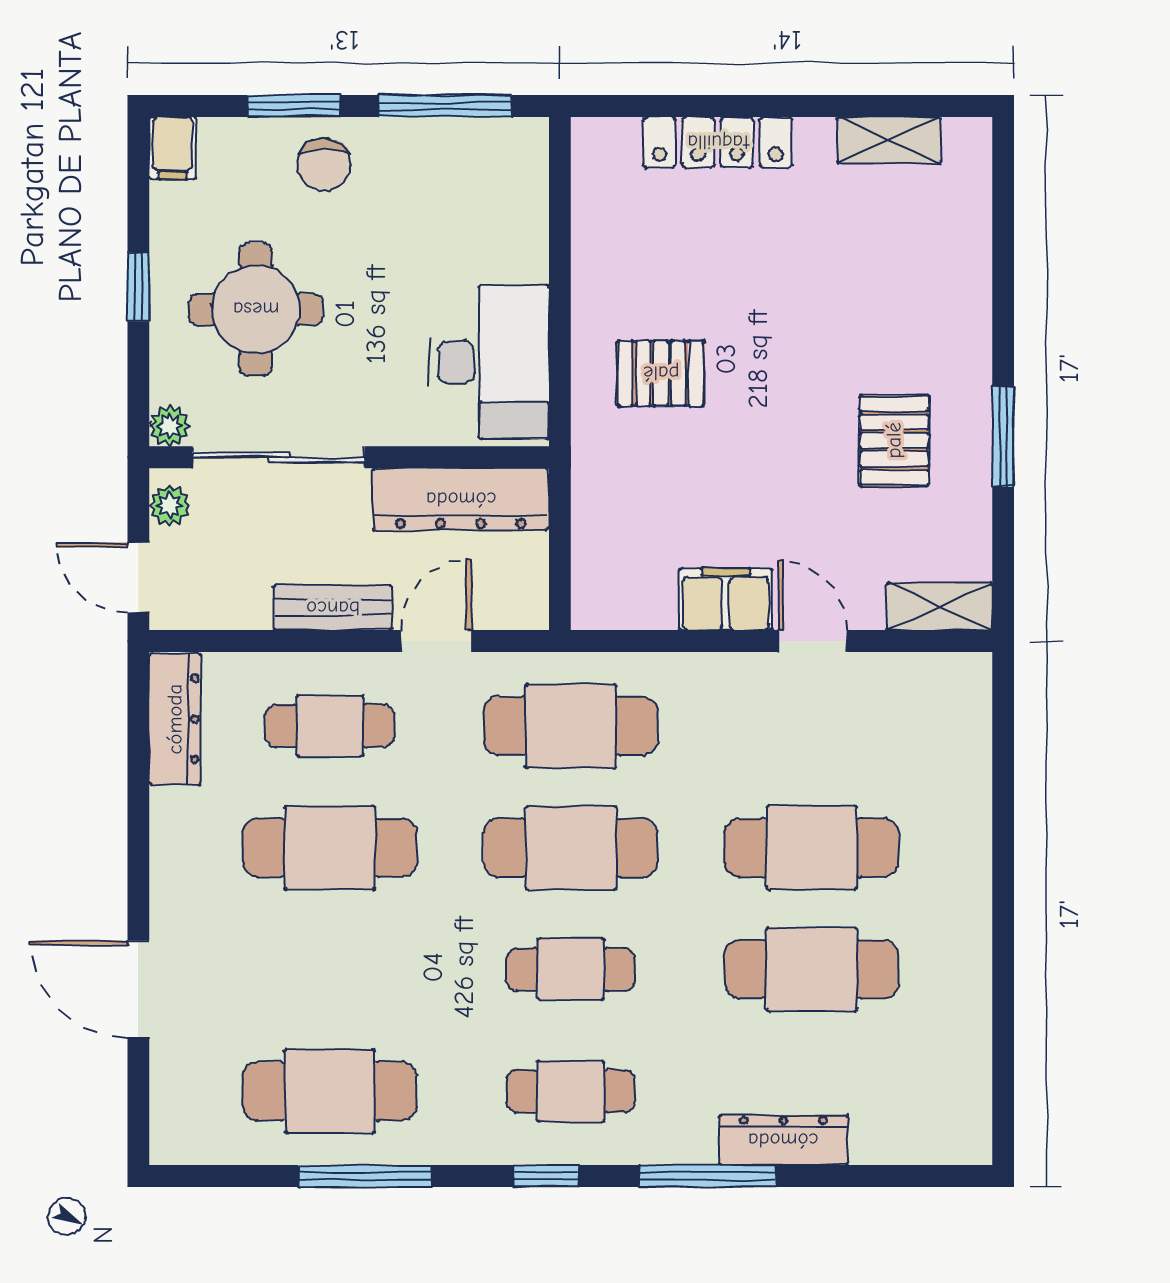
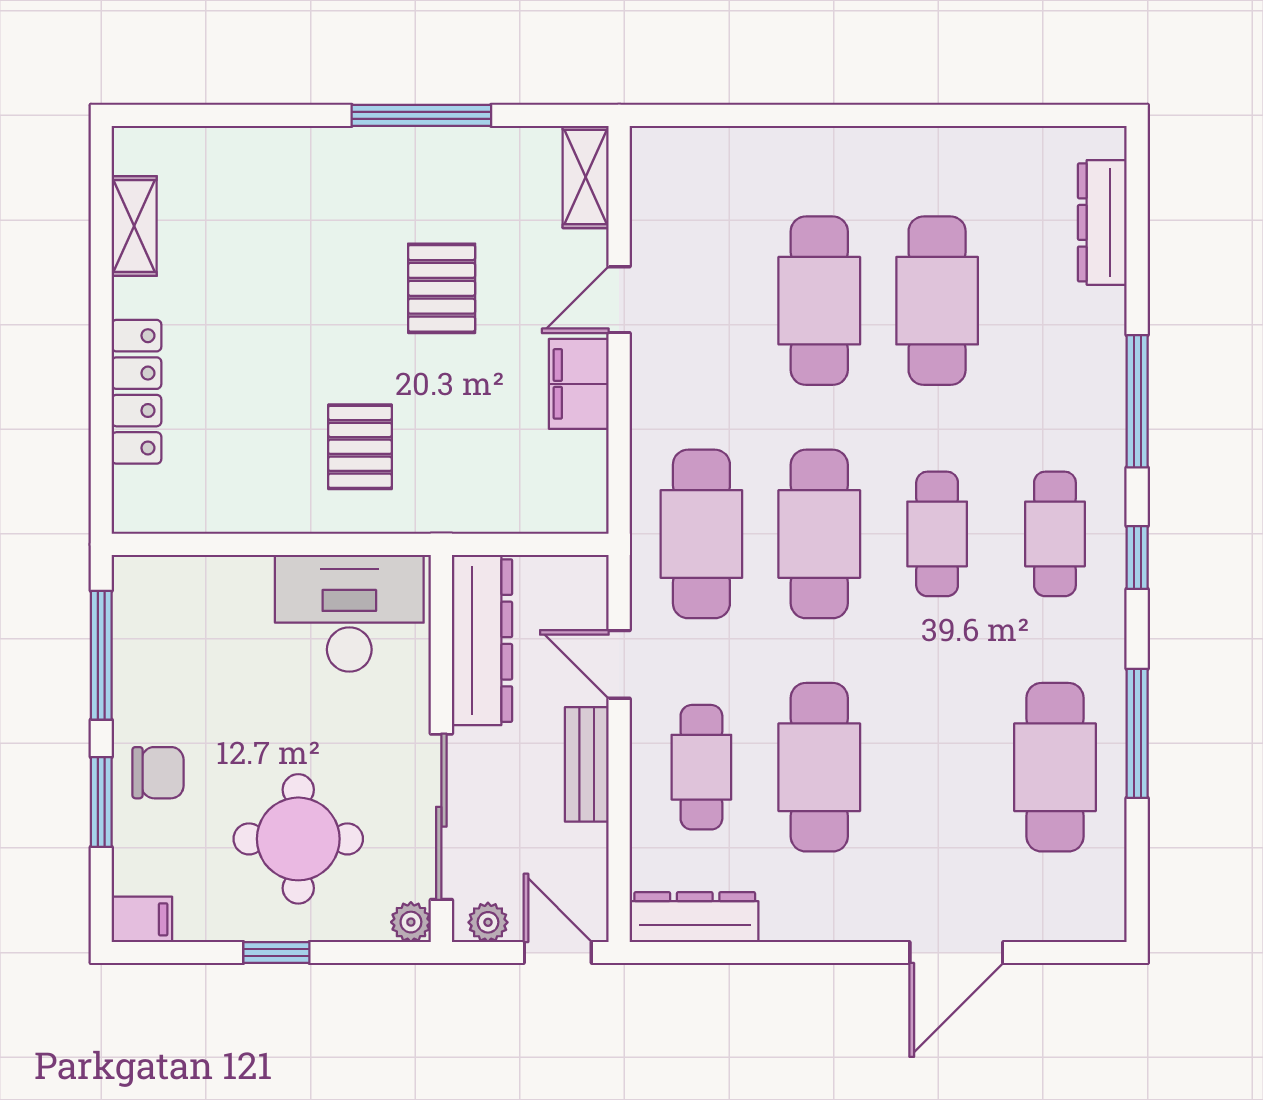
window: (1003, 437) -> (421, 115), width x1.44
pallet: (894, 440) -> (442, 288), moved, turned 90
door: (138, 578) -> (558, 953), swing flipped
dresser: (783, 1140) -> (1102, 222), moved

